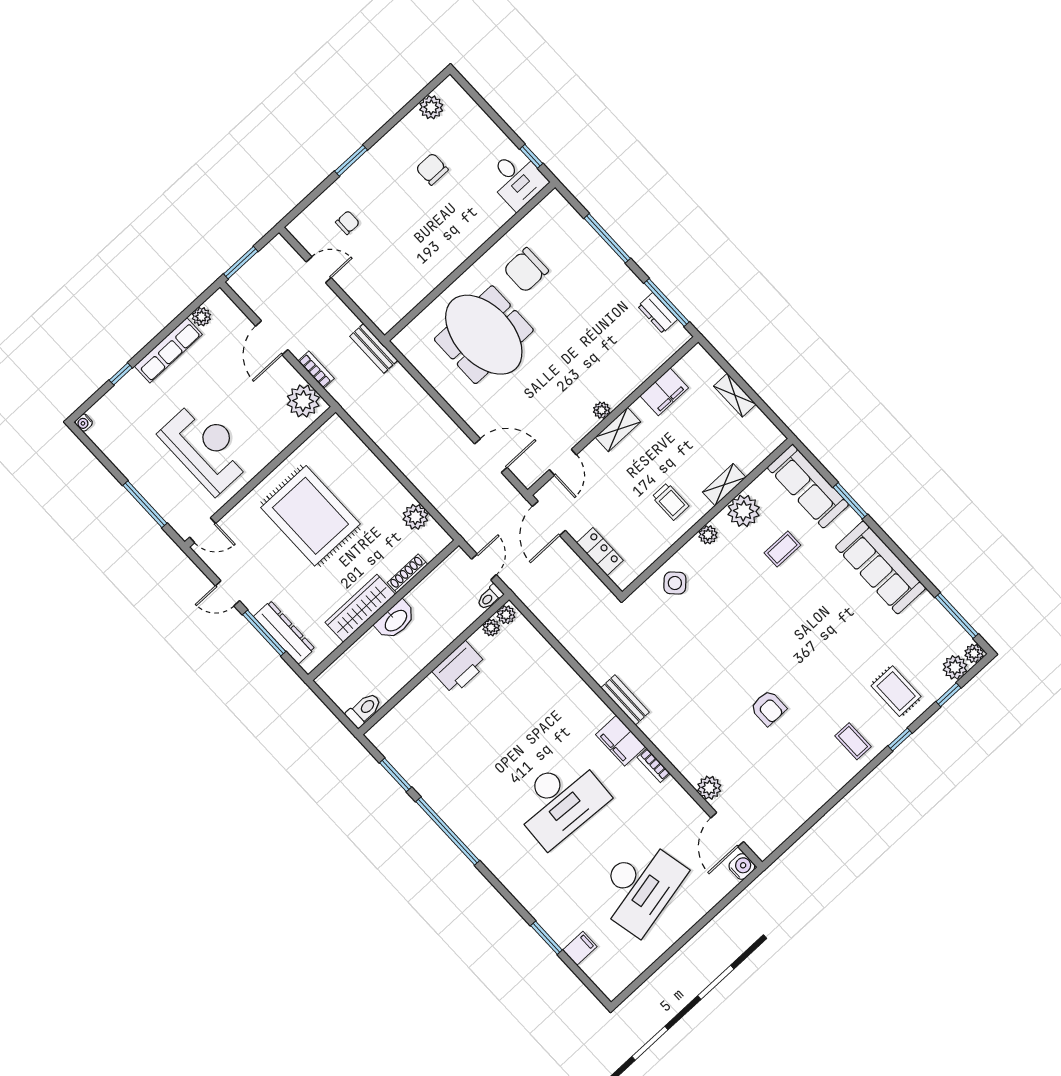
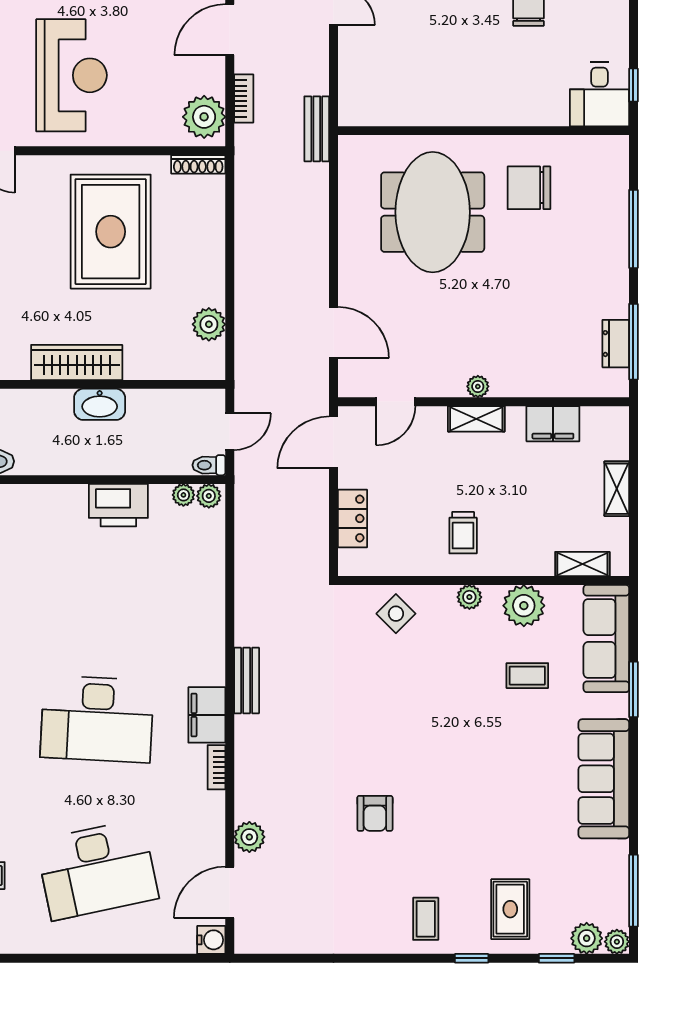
shelving: (724, 485) -> (582, 564), moved
shoe rack: (408, 573) -> (198, 164), moved, turned 180

